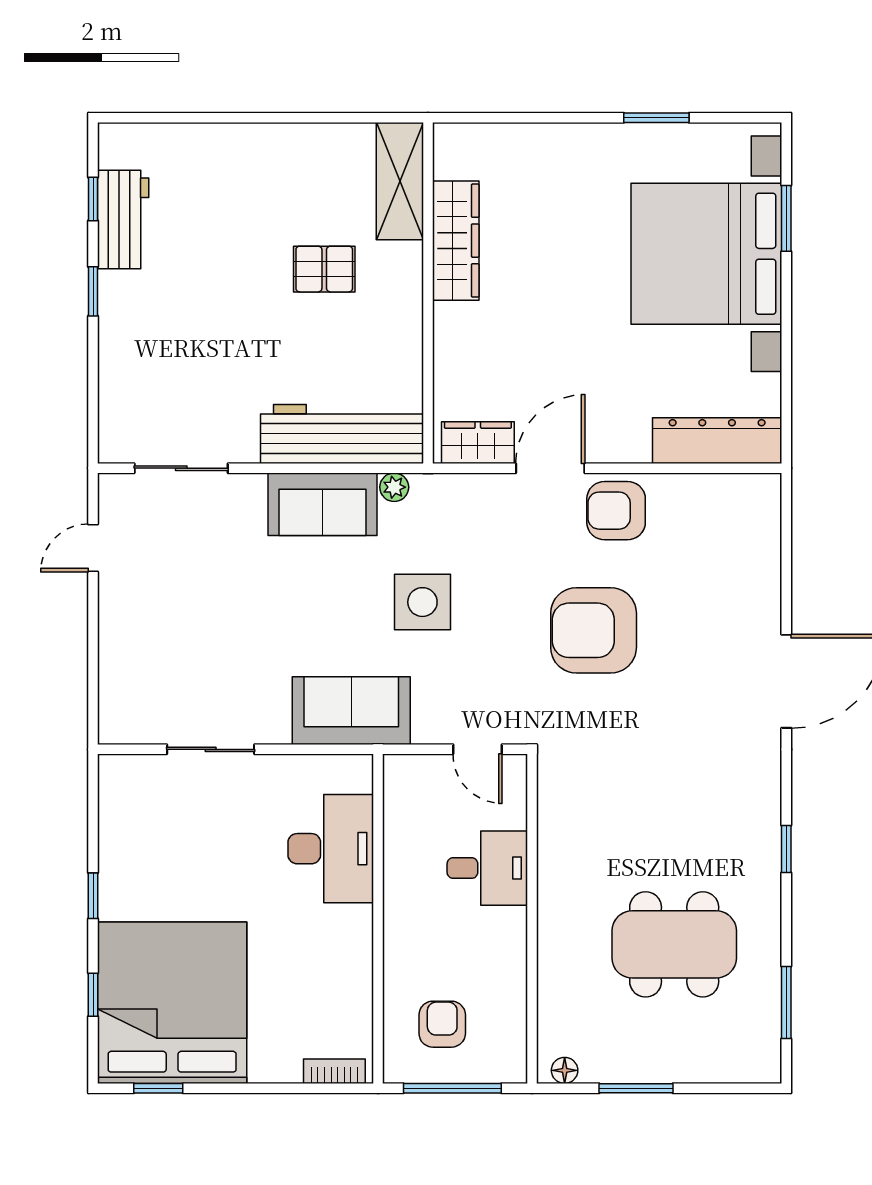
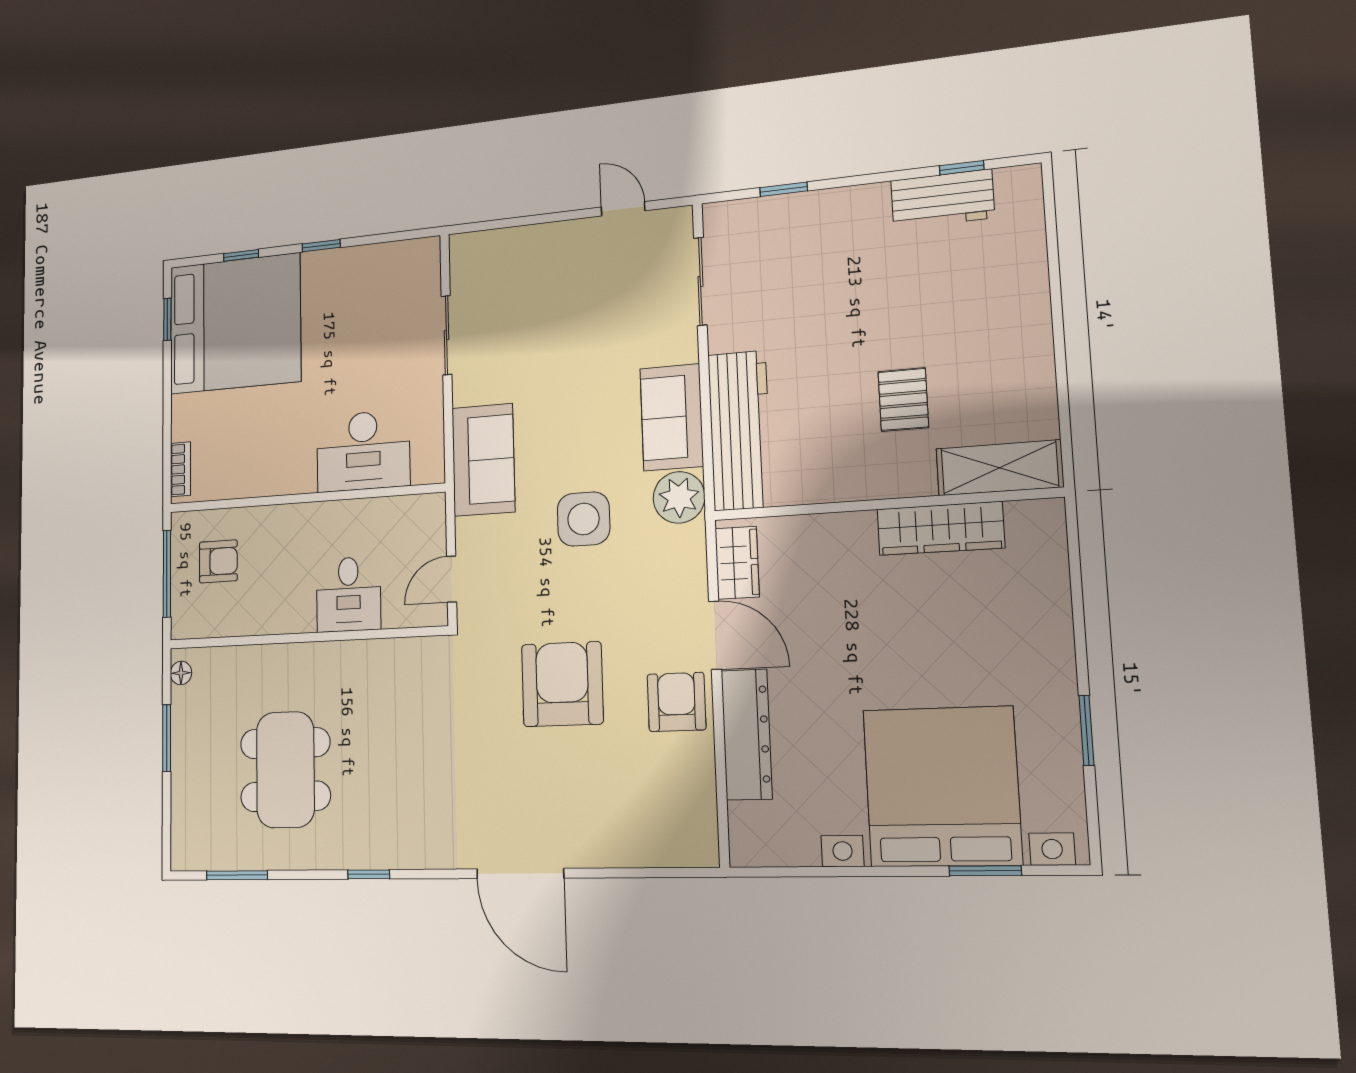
window: (93, 291) -> (784, 189), moved
dresser: (717, 441) -> (747, 734), moved
plant: (394, 487) -> (679, 497), width x1.88, depth x1.88

